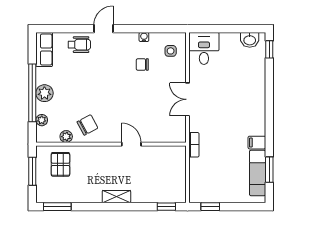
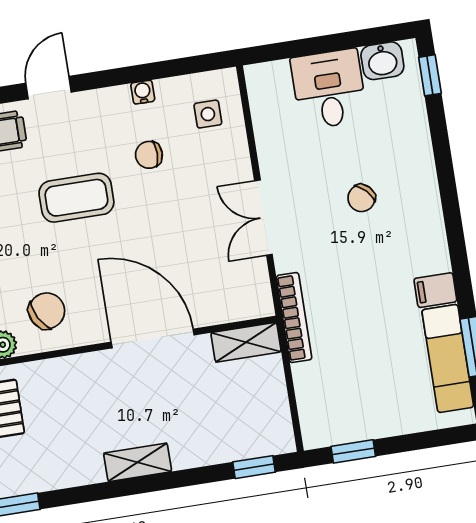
desk: (204, 48) -> (329, 89), moved
coffee table: (108, 78) -> (76, 198), added
chair: (231, 98) -> (361, 198), added
door: (131, 144) -> (153, 338), width x1.88
bookcase: (194, 145) -> (294, 318), width x1.56
shelving: (171, 152) -> (246, 342), added

